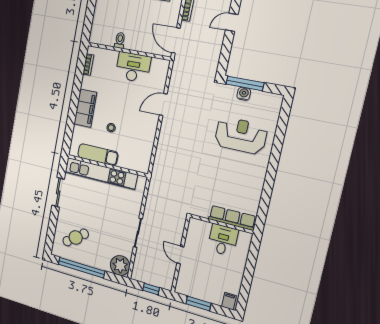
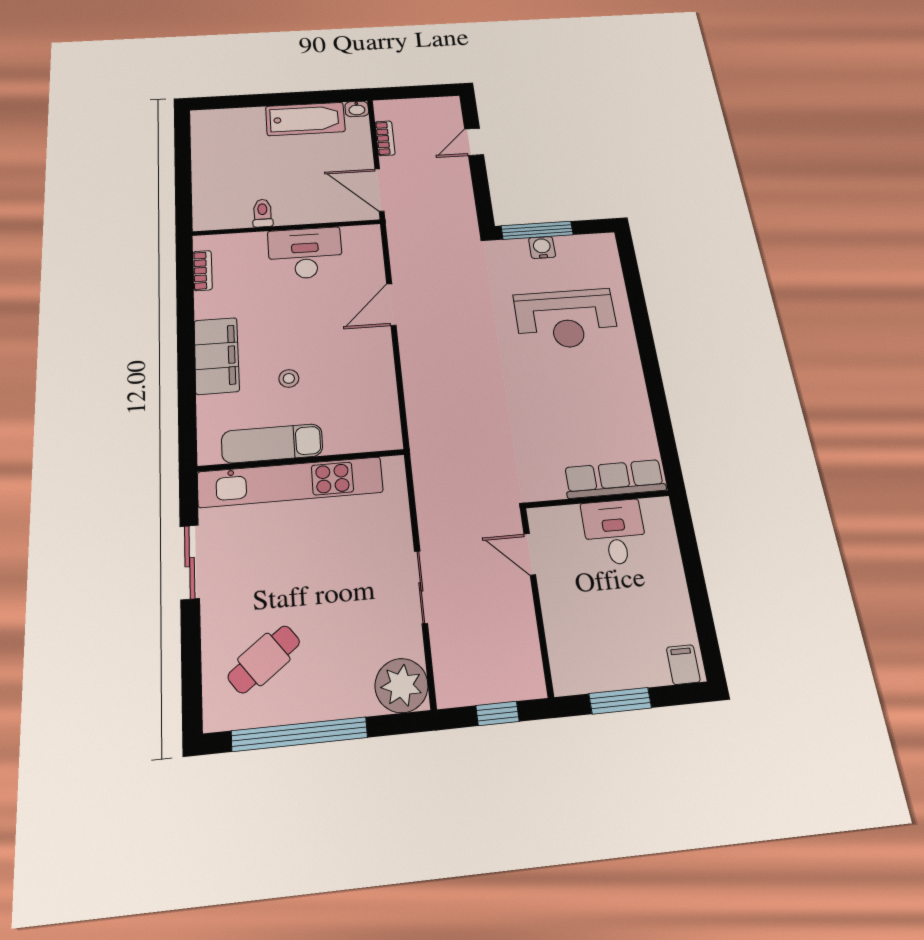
reception desk: (241, 135) -> (566, 319), turned 180
door: (180, 255) -> (530, 554), moved

